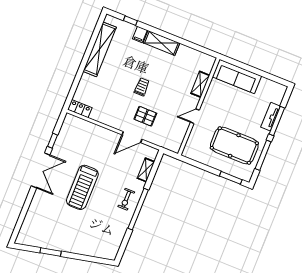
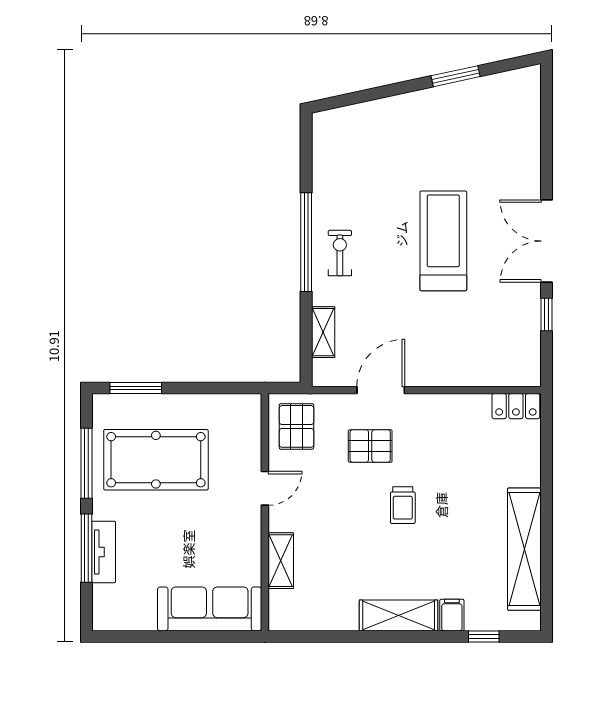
pallet: (172, 136) -> (297, 426), added

